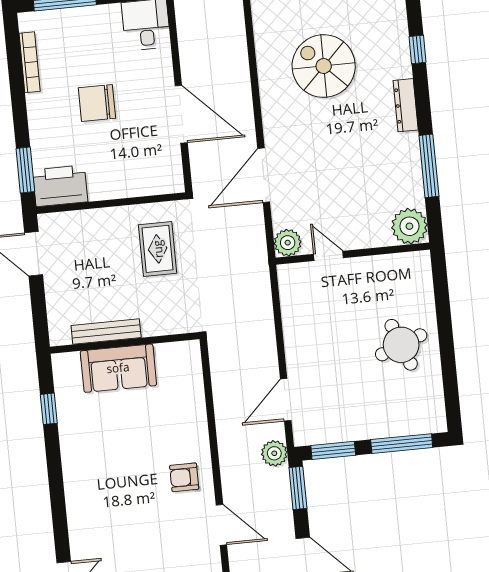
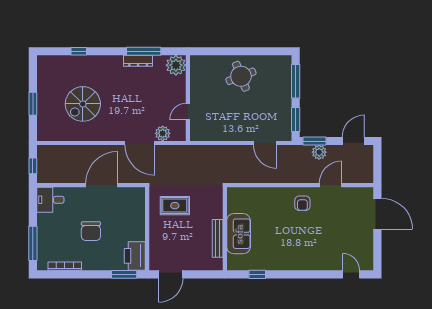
dresser: (406, 105) -> (138, 61), moved
plant: (288, 243) -> (163, 133), moved
plant: (274, 453) -> (319, 152), moved

